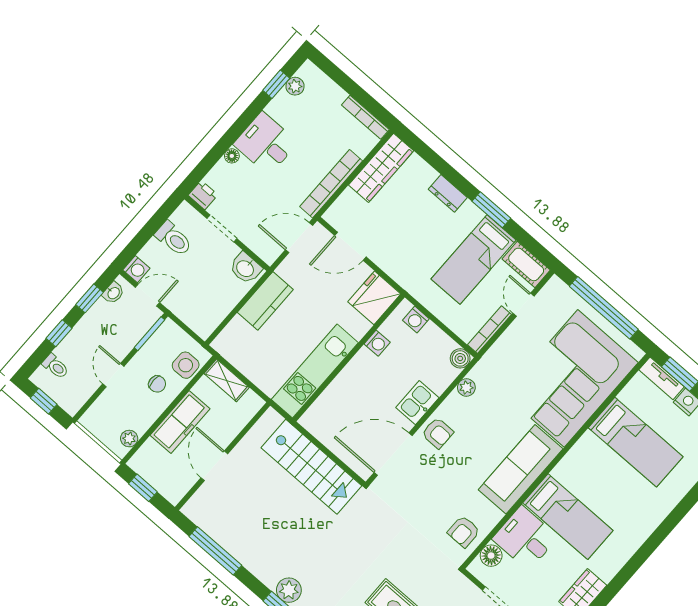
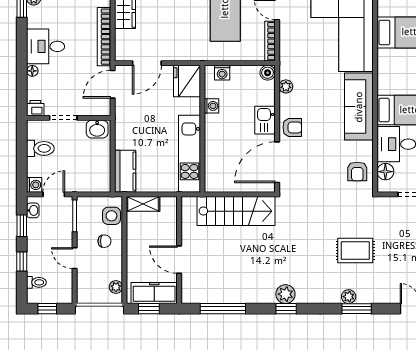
kitchen counter: (265, 301) -> (125, 171), moved
freezer: (180, 422) -> (154, 293), moved, turned -90

